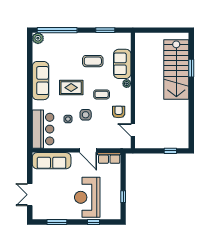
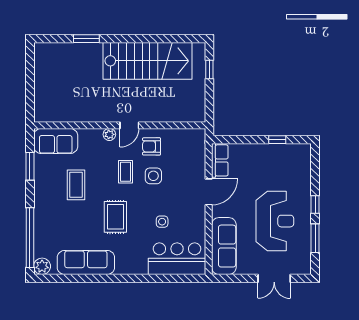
sofa: (122, 64) -> (56, 141), moved
stairs: (176, 69) -> (148, 61), moved
sofa: (40, 81) -> (86, 262), moved
side table: (86, 115) -> (153, 176), moved
door: (133, 130) -> (129, 125), moved
reception desk: (87, 197) -> (275, 221), moved, turned -90
window: (94, 222) -> (315, 205), moved

